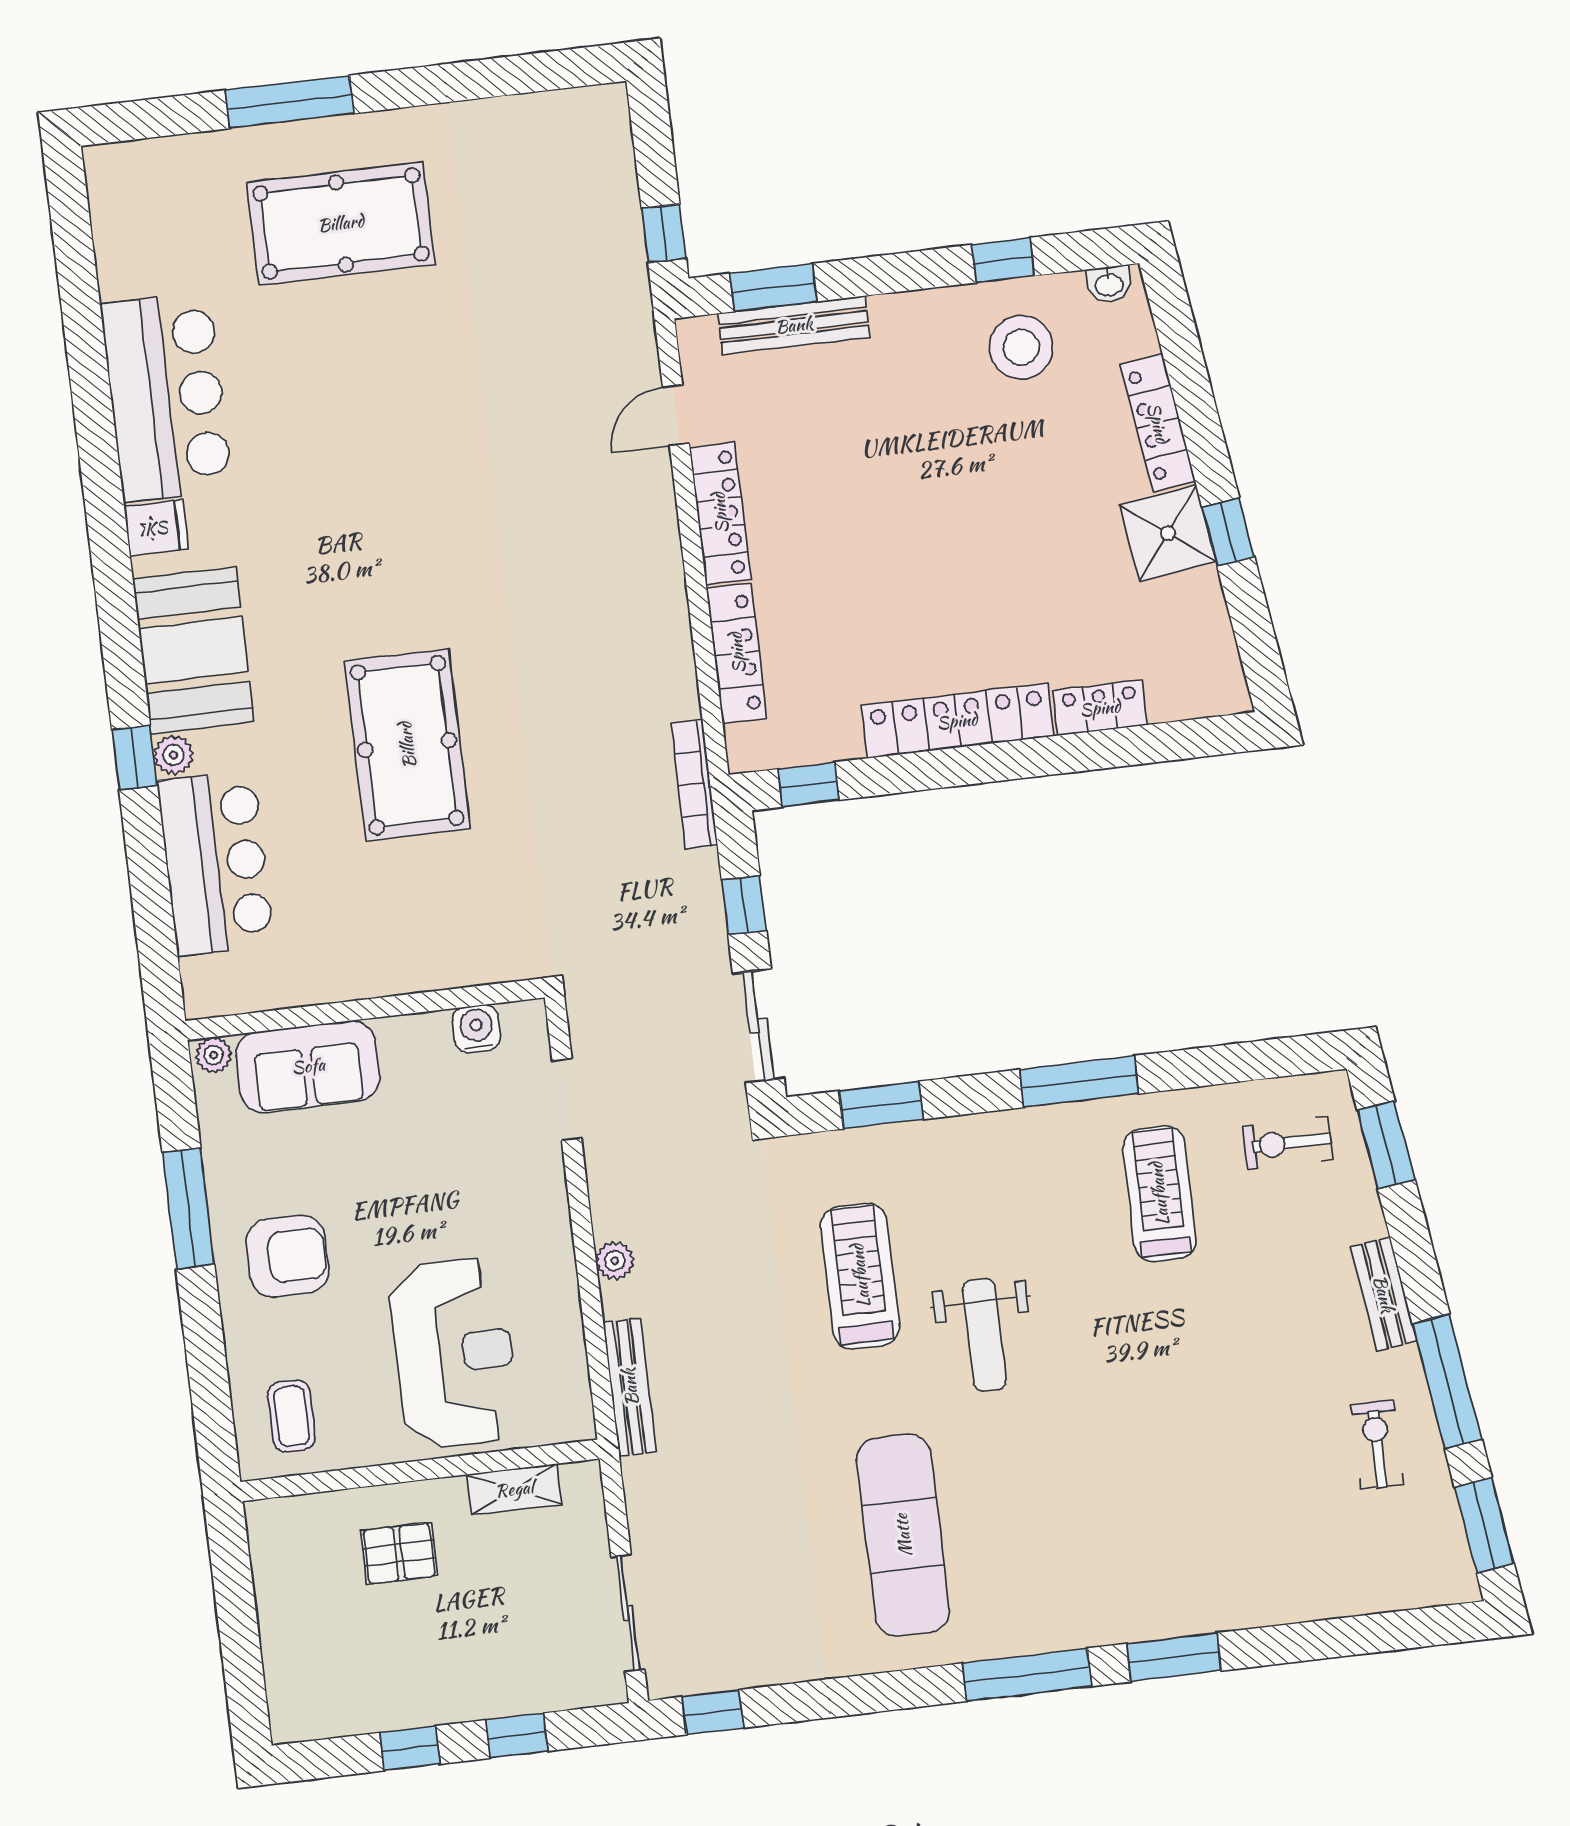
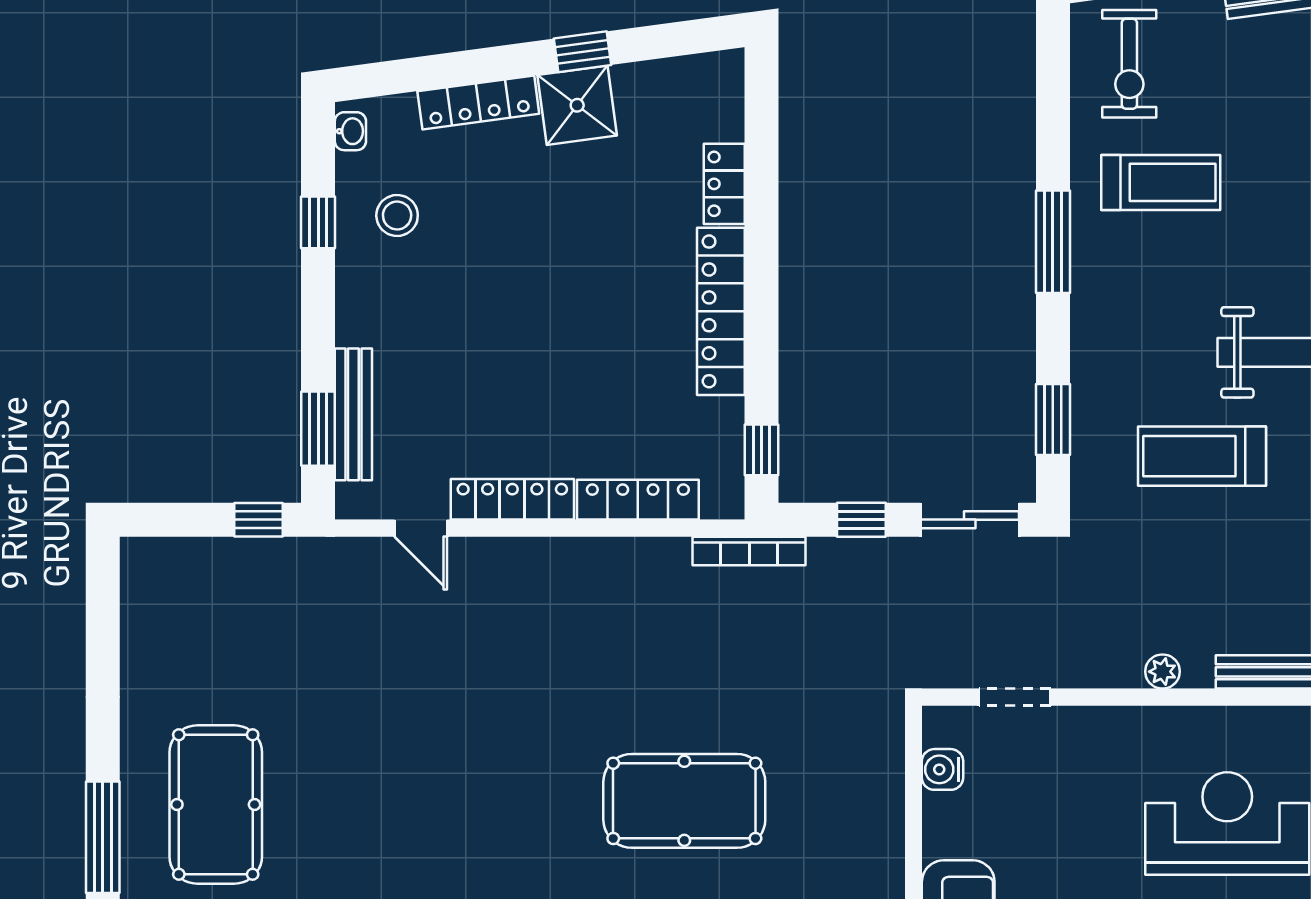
stool: (1021, 347) -> (397, 216), width x0.73, depth x0.73
exercise bike: (1288, 1143) -> (1129, 64), width x1.38, depth x1.39
treadmill: (1159, 1194) -> (1161, 182), turned 180

